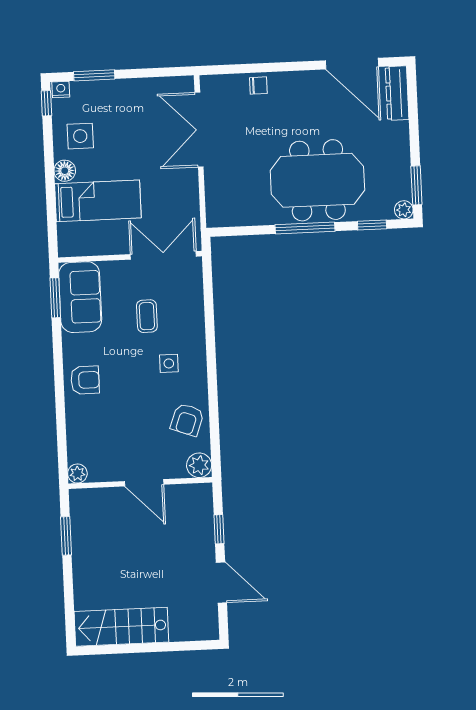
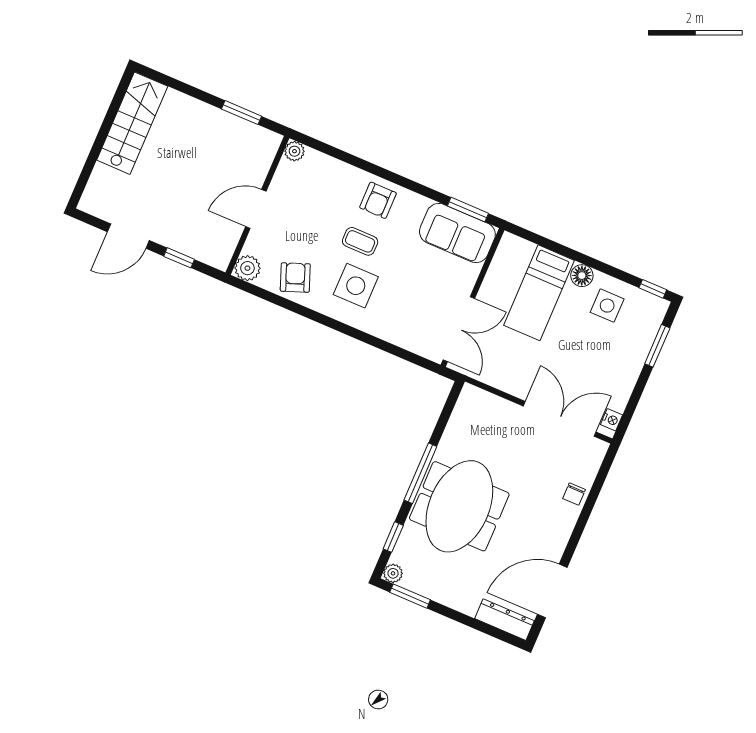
nightstand: (61, 89) -> (611, 420), moved
coffee table: (147, 316) -> (360, 241), moved
side table: (169, 363) -> (356, 286), width x1.87, depth x1.87
armchair: (187, 420) -> (295, 277), turned 49

